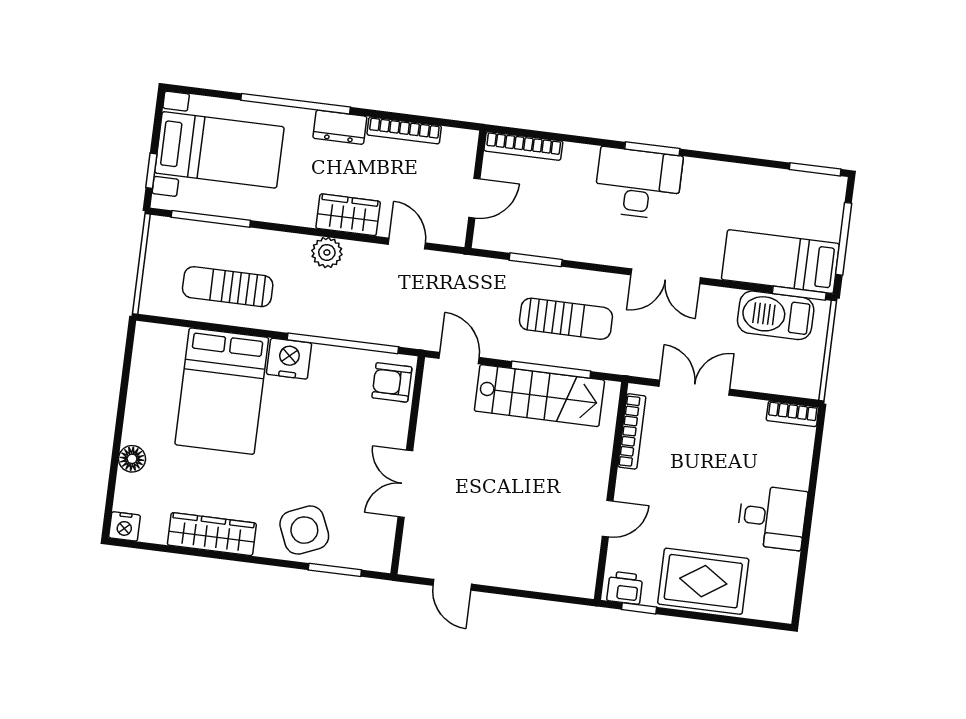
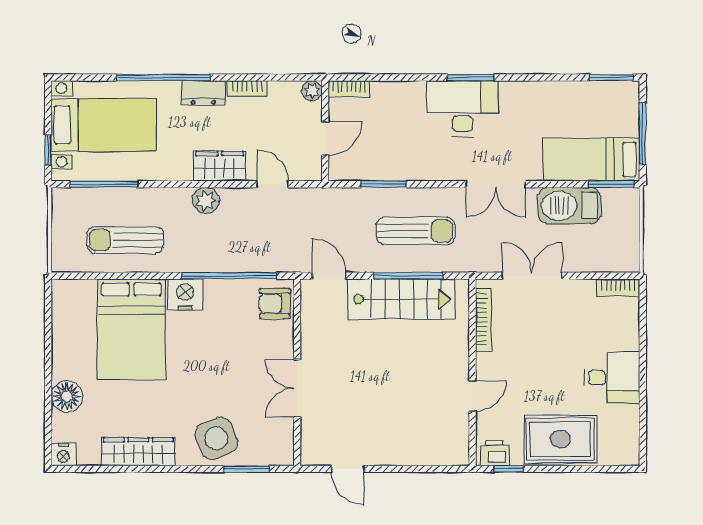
bookcase: (404, 130) -> (247, 89), width x0.64
plant: (466, 141) -> (312, 91), added
bookcase: (523, 146) -> (349, 89), width x0.64
barbecue: (776, 315) -> (569, 206), moved
floor lamp: (132, 459) -> (67, 396), width x1.38, depth x1.38

